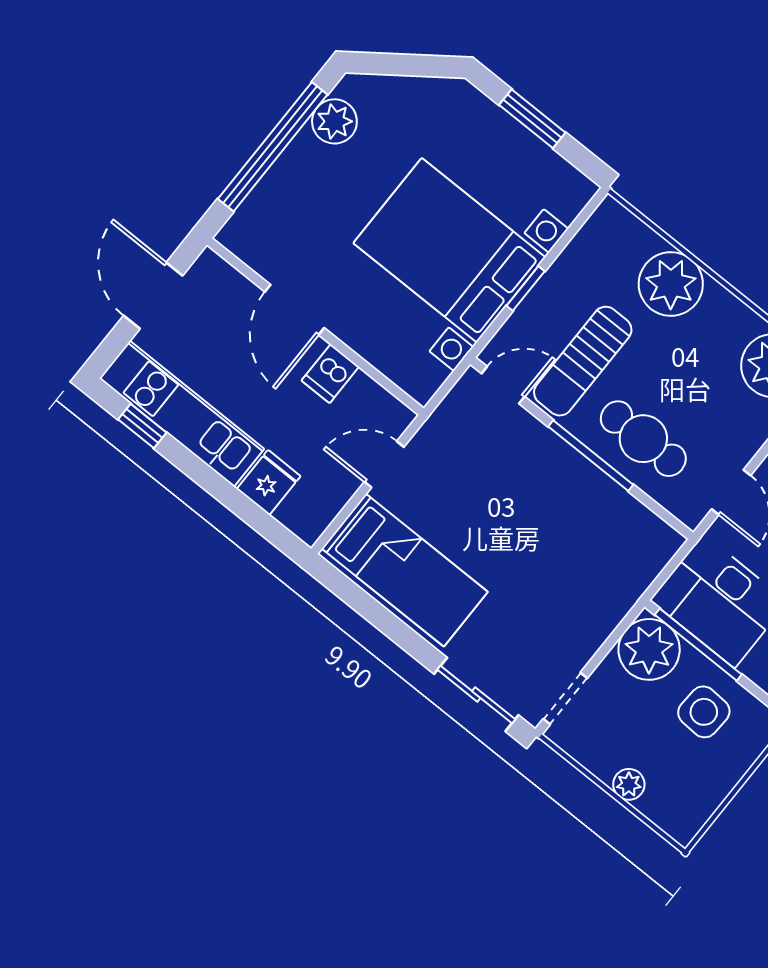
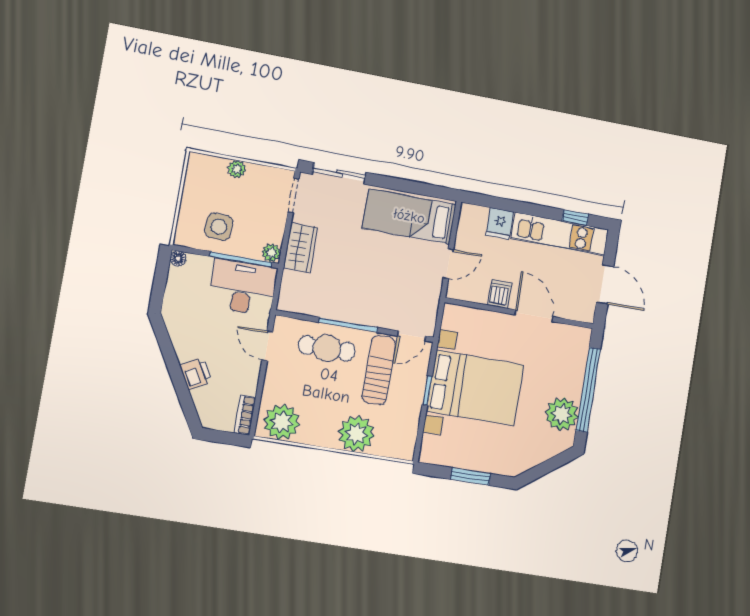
plant: (334, 121) -> (562, 414), width x1.36, depth x1.36
wardrobe: (599, 613) -> (300, 248), added
plant: (649, 649) -> (271, 253), width x0.53, depth x0.53

